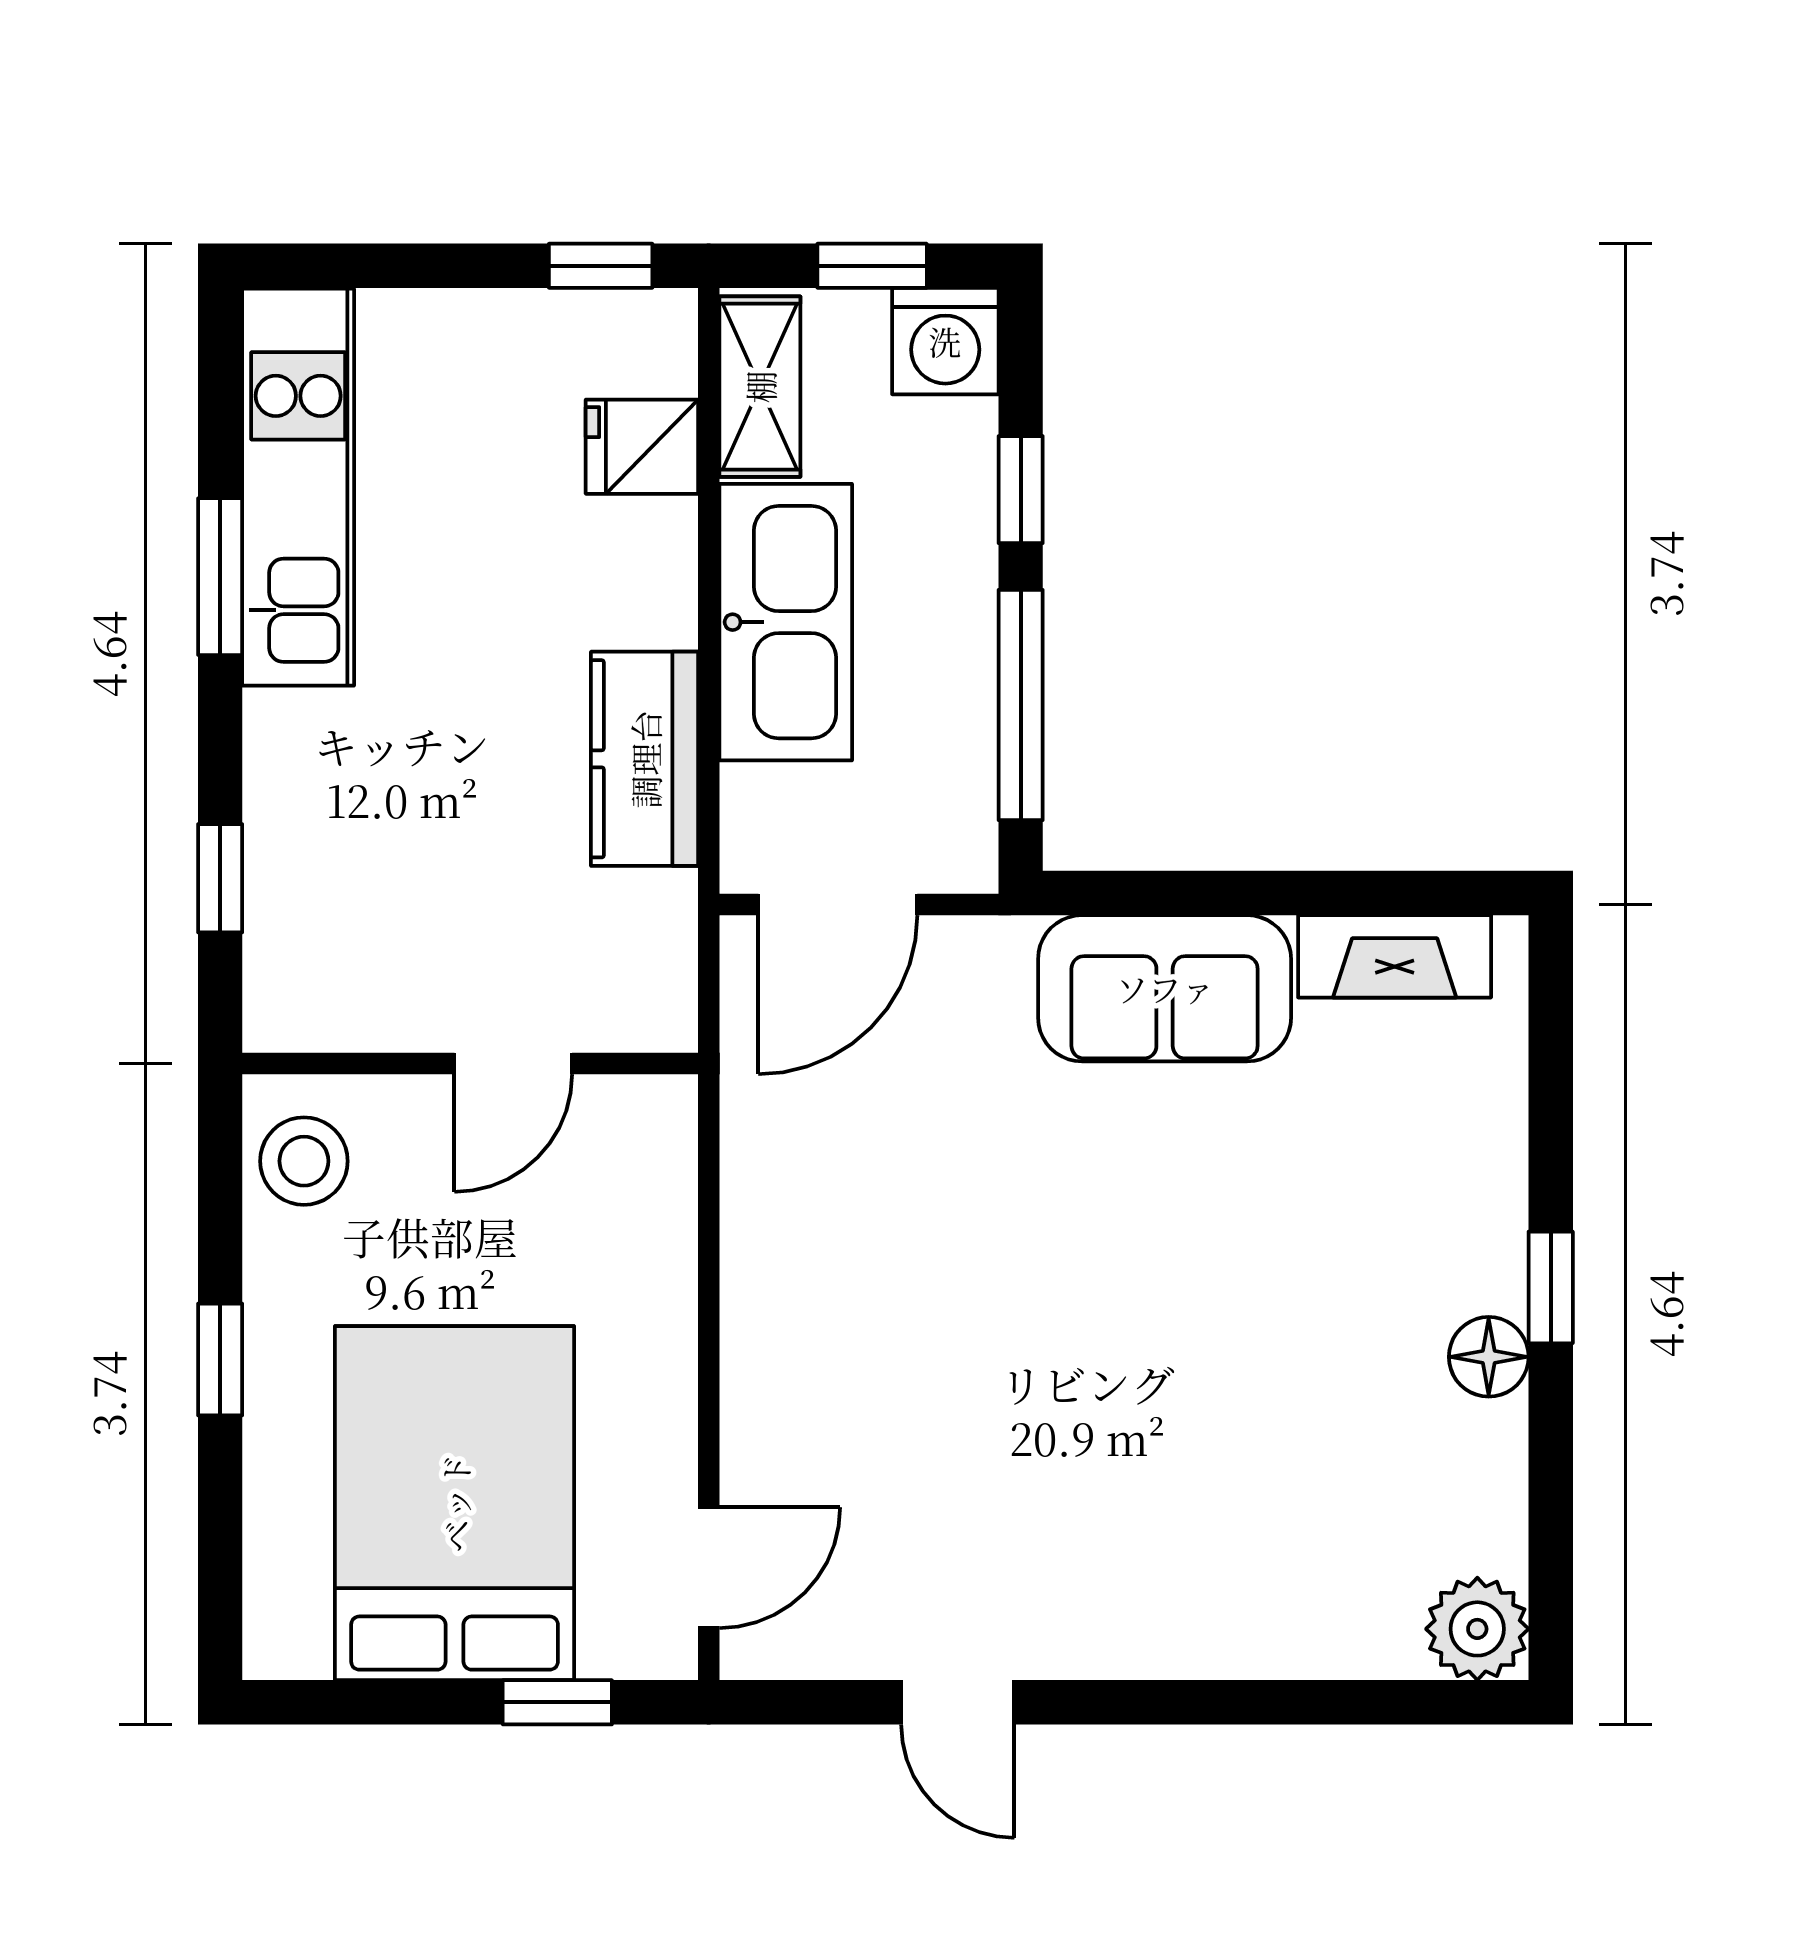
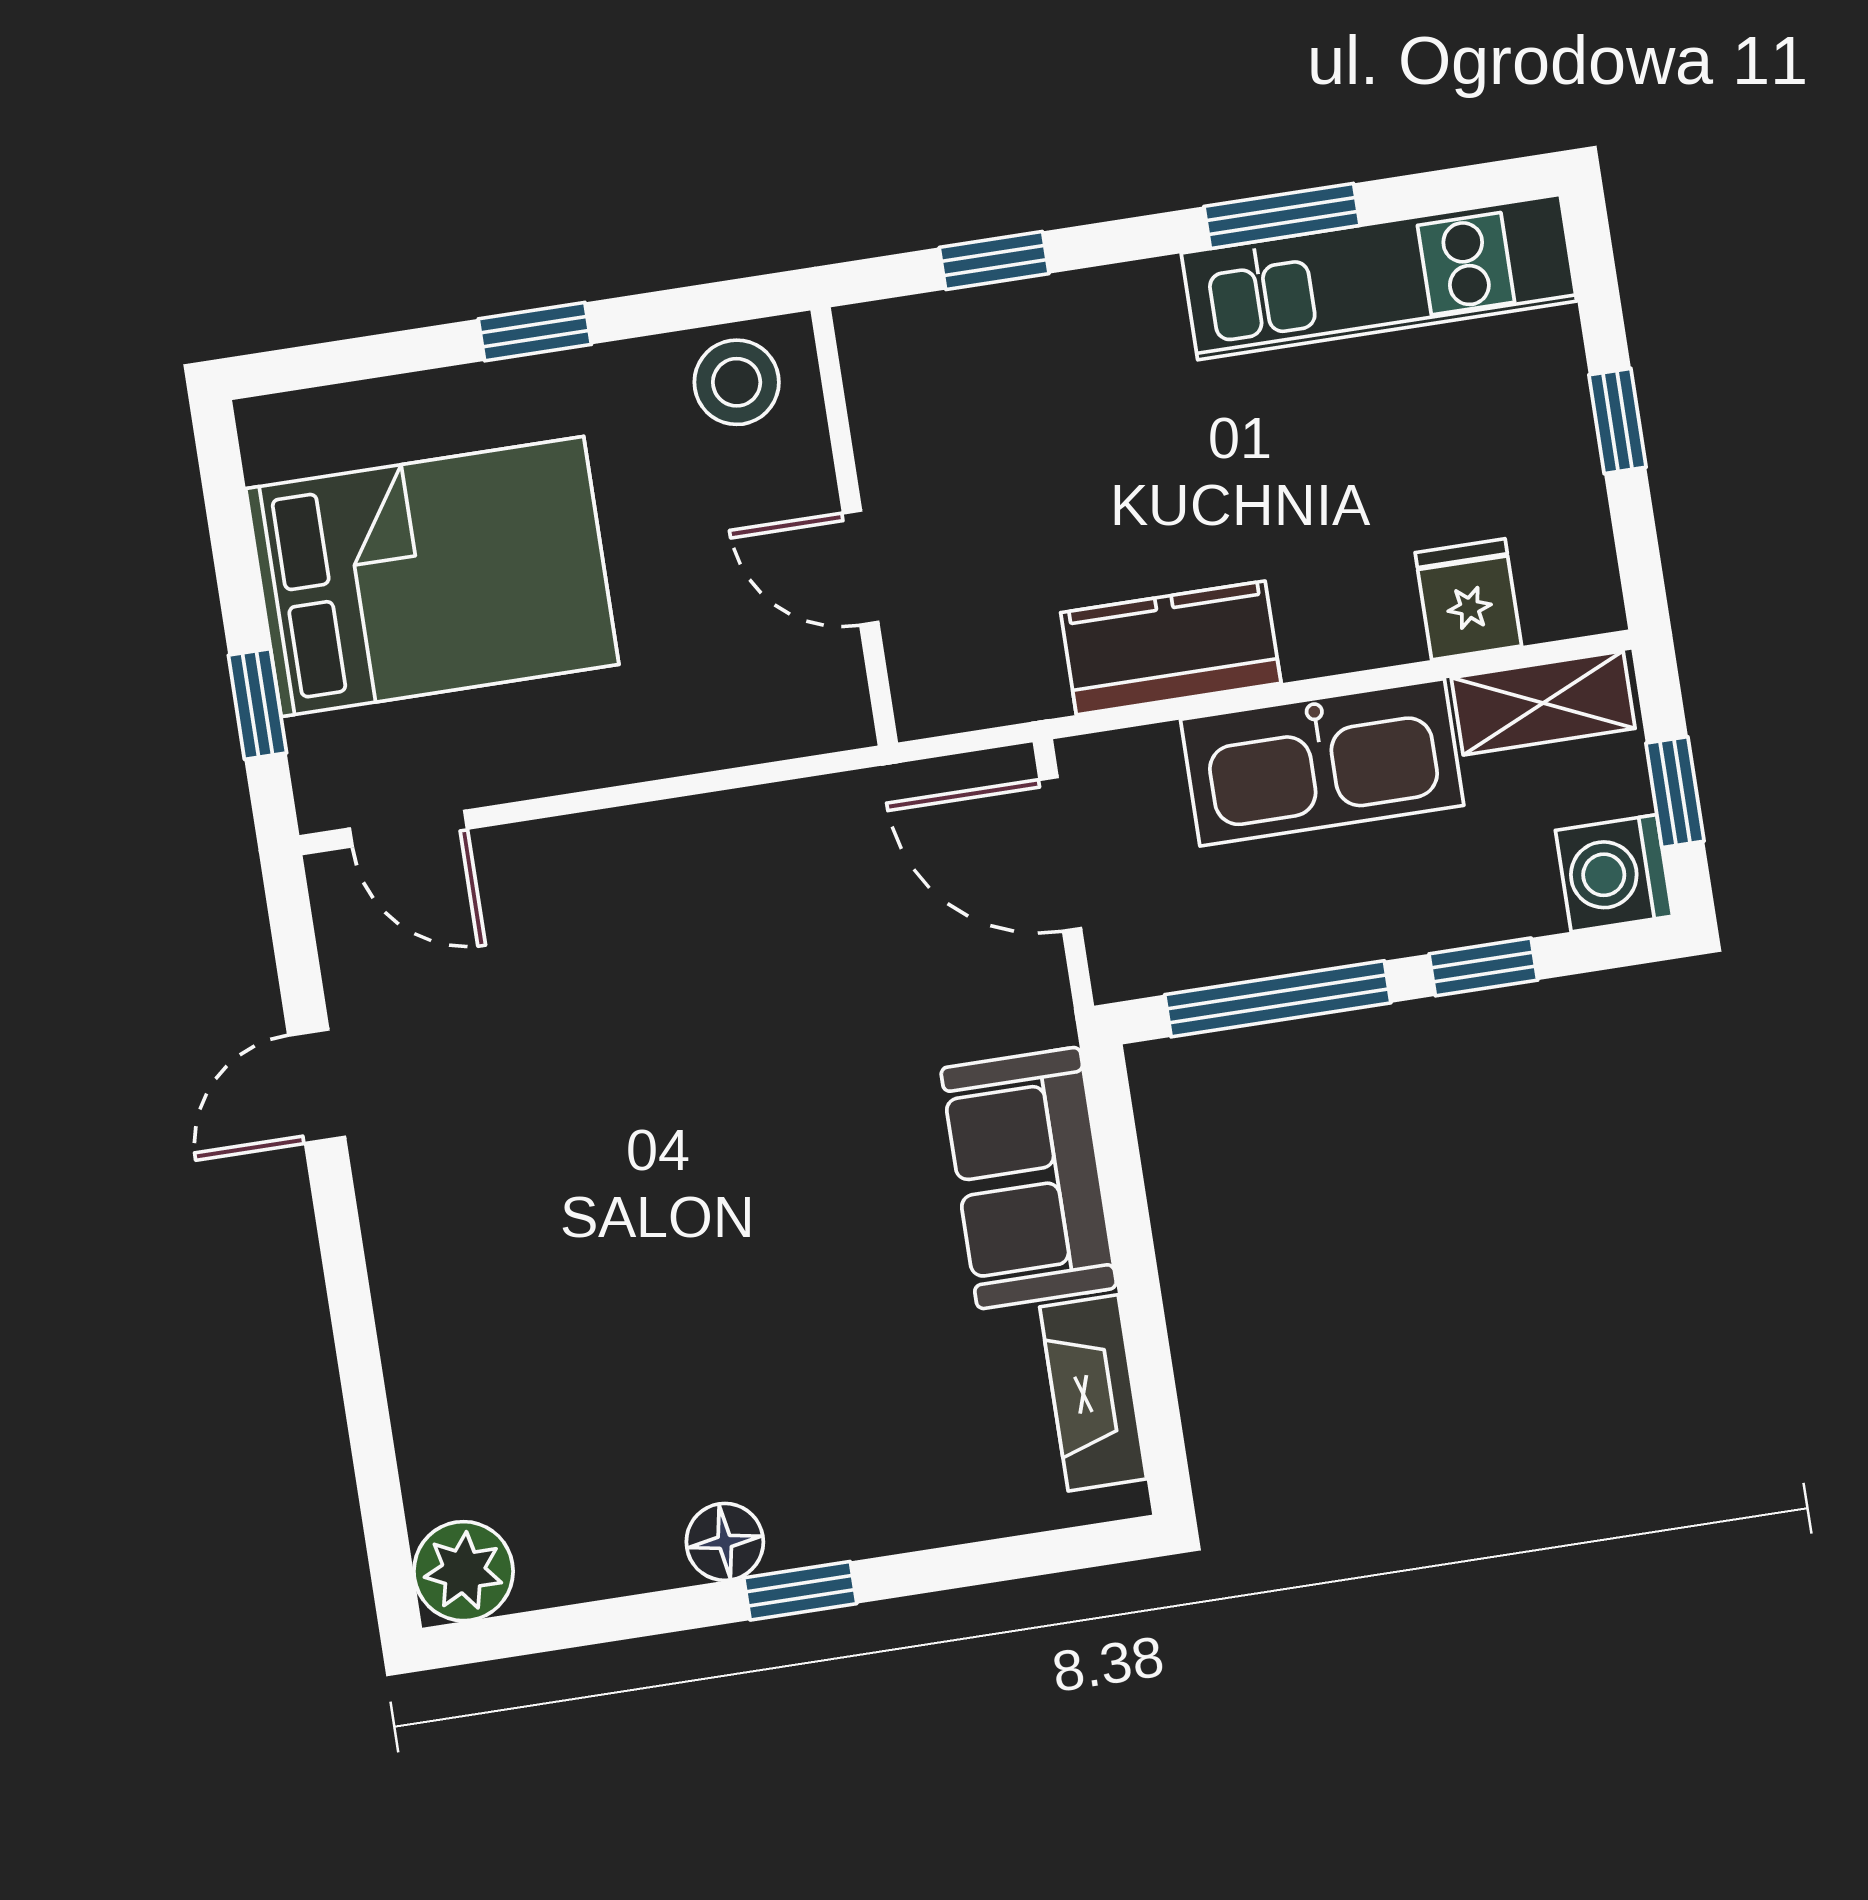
window: (601, 266) -> (1618, 421), moved

